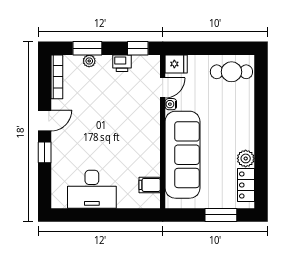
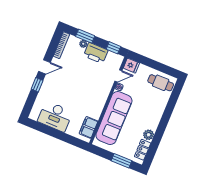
printer: (122, 63) -> (96, 53), width x1.87, depth x1.48
filing cabinet: (150, 185) -> (89, 127), width x2.00

